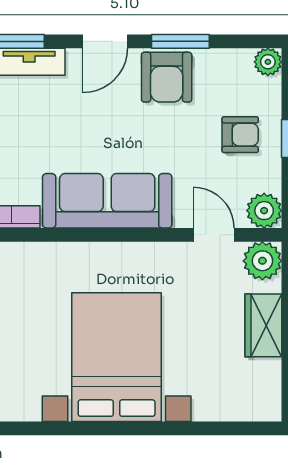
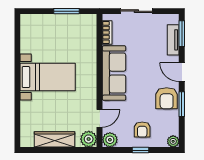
armchair: (167, 77) -> (167, 98), turned -90
wardrobe: (263, 325) -> (54, 139), width x1.50
bed with nightstands: (117, 357) -> (48, 77), width x0.73

